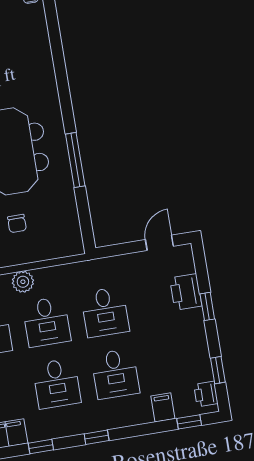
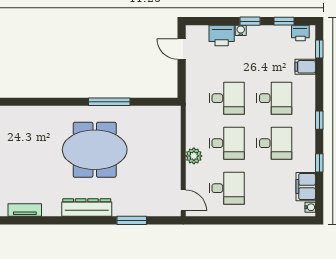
chair: (17, 224) -> (150, 153), removed
window: (207, 306) -> (250, 21), moved
water cooler: (197, 316) -> (241, 30), added

